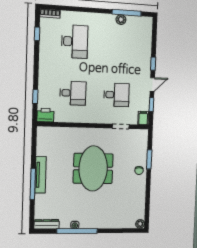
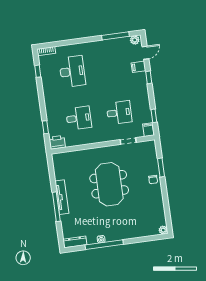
plant: (121, 20) -> (135, 40), moved
filing cabinet: (145, 50) -> (138, 67), added
door: (152, 85) -> (145, 53), moved

